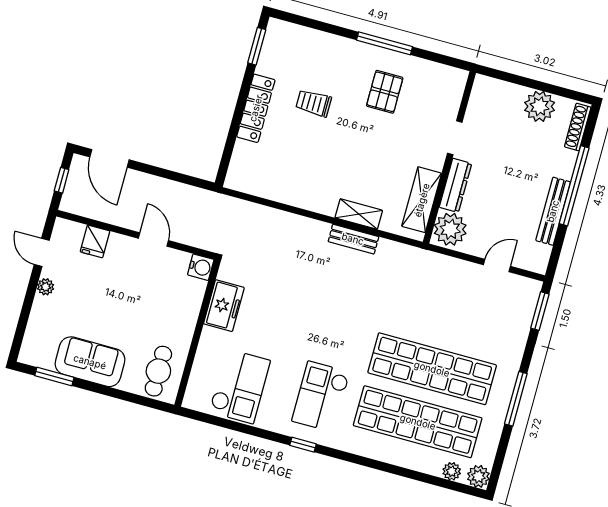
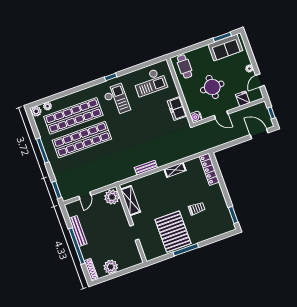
pallet: (385, 92) -> (173, 232), width x2.05, depth x2.00
locker: (256, 108) -> (209, 169), moved
dresser: (455, 185) -> (122, 215), removed
shelving: (359, 214) -> (175, 170), moved
door: (42, 252) -> (260, 80), swing flipped
round table: (135, 300) -> (212, 87), added
sofa: (90, 362) -> (225, 47), moved
checkout: (240, 386) -> (150, 82), turned -90

